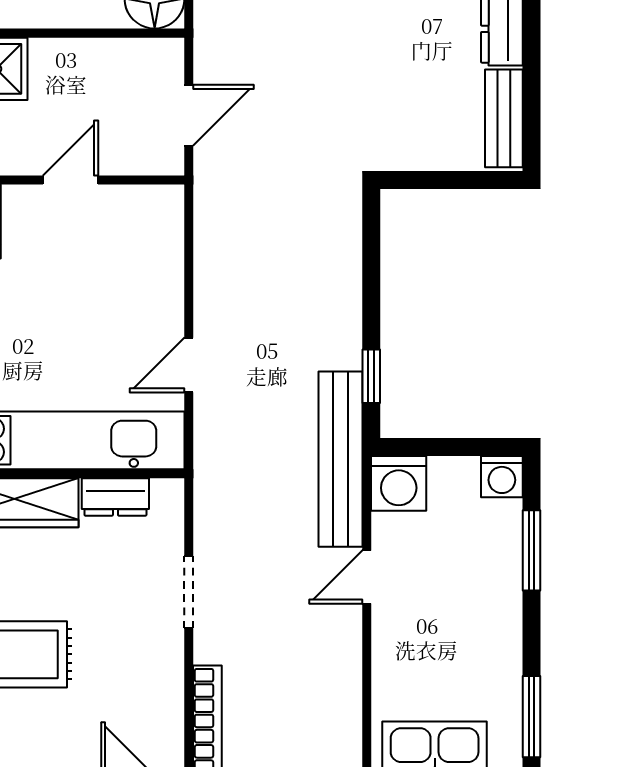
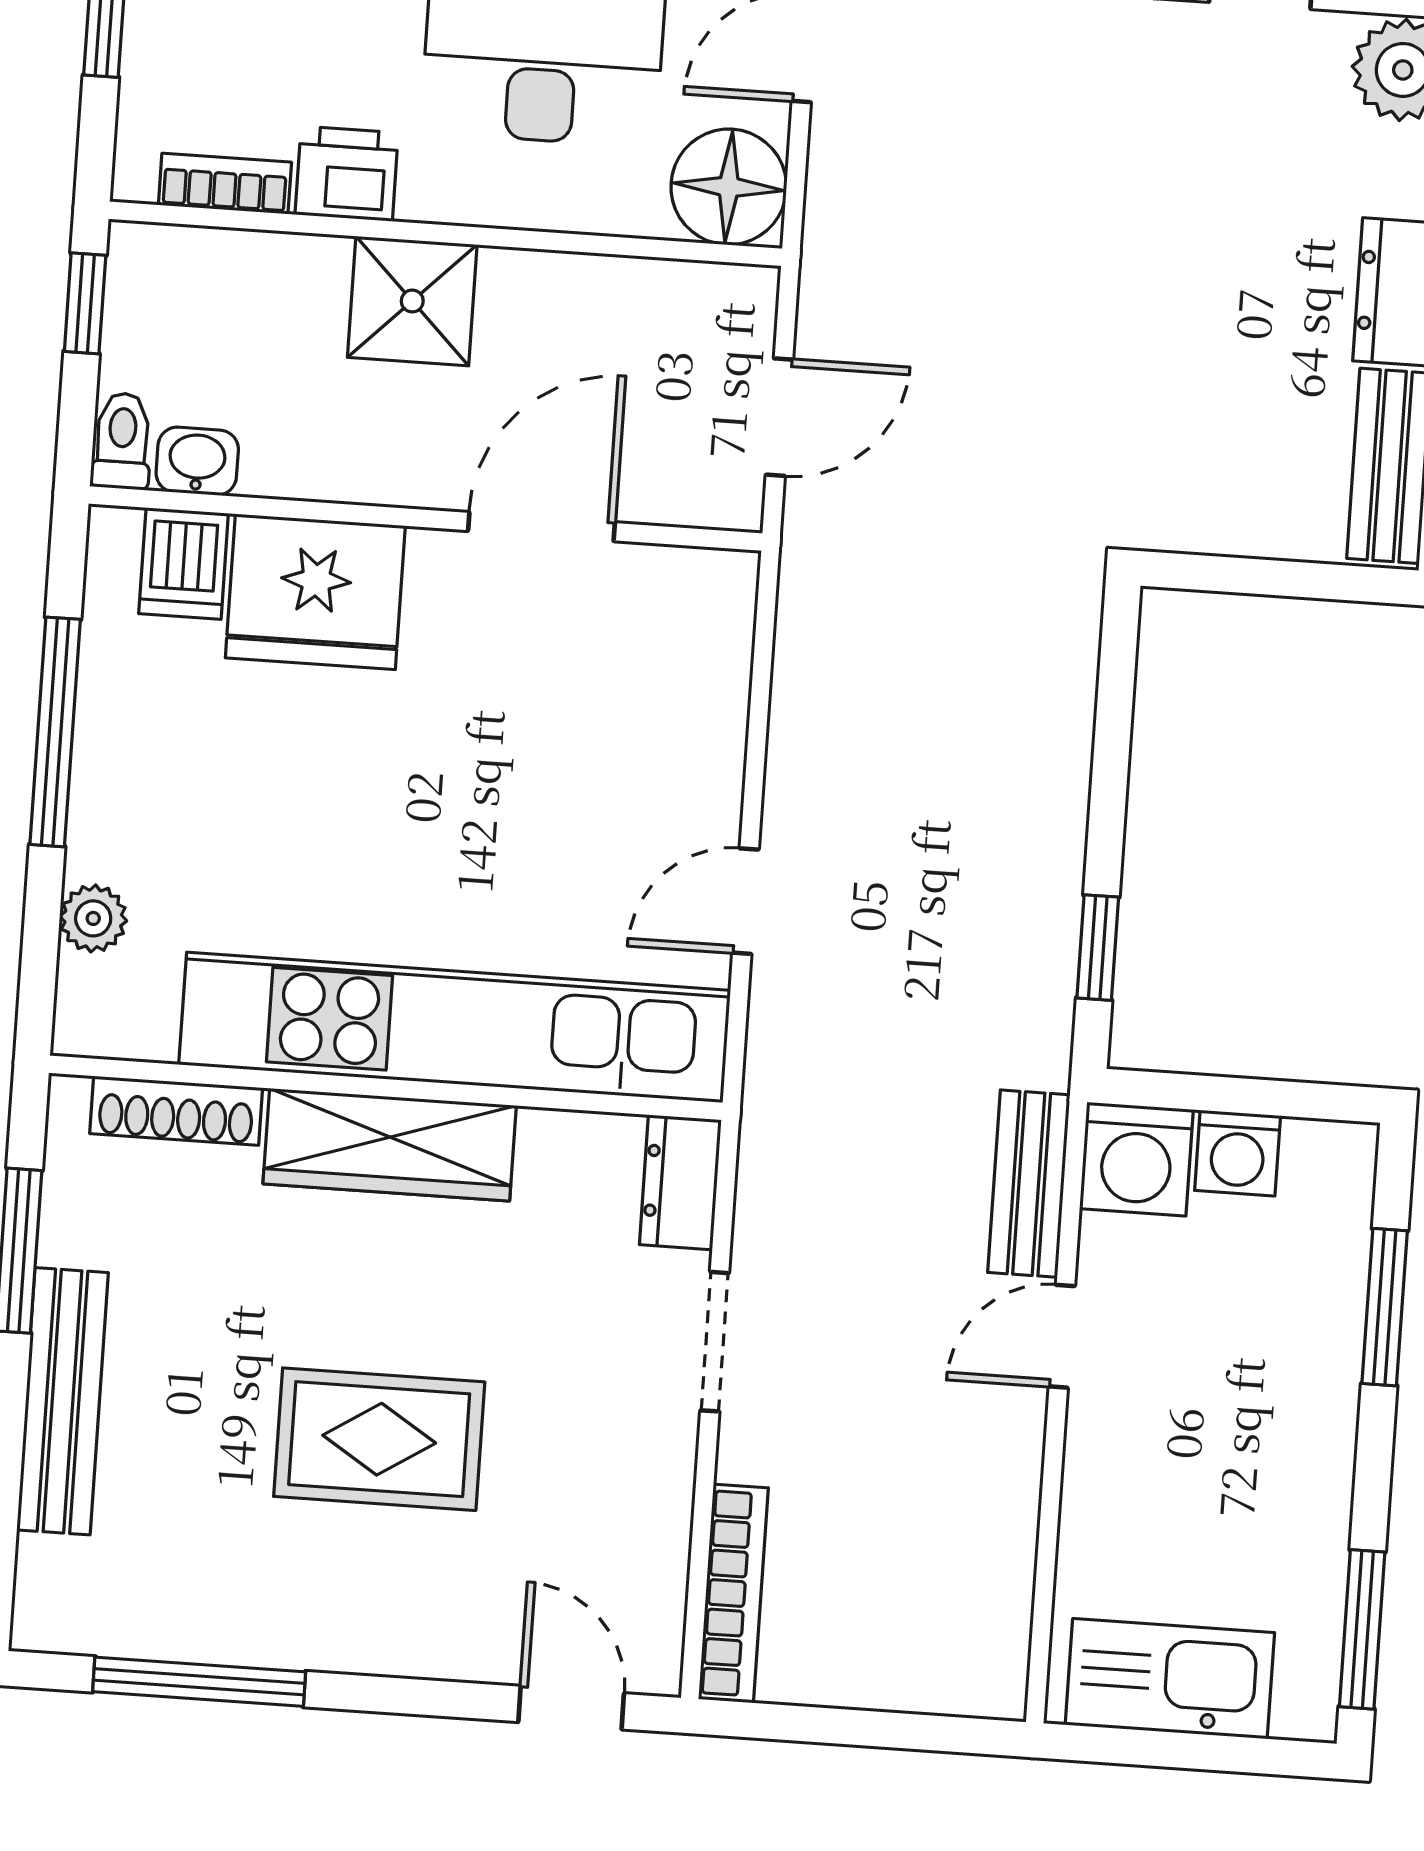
door: (71, 180) -> (541, 527), width x1.38
bench: (341, 459) -> (1029, 1184), width x0.54, depth x0.82
washing machine: (502, 477) -> (1238, 1153), moved
dresser: (115, 497) -> (680, 1182), moved, turned 90

